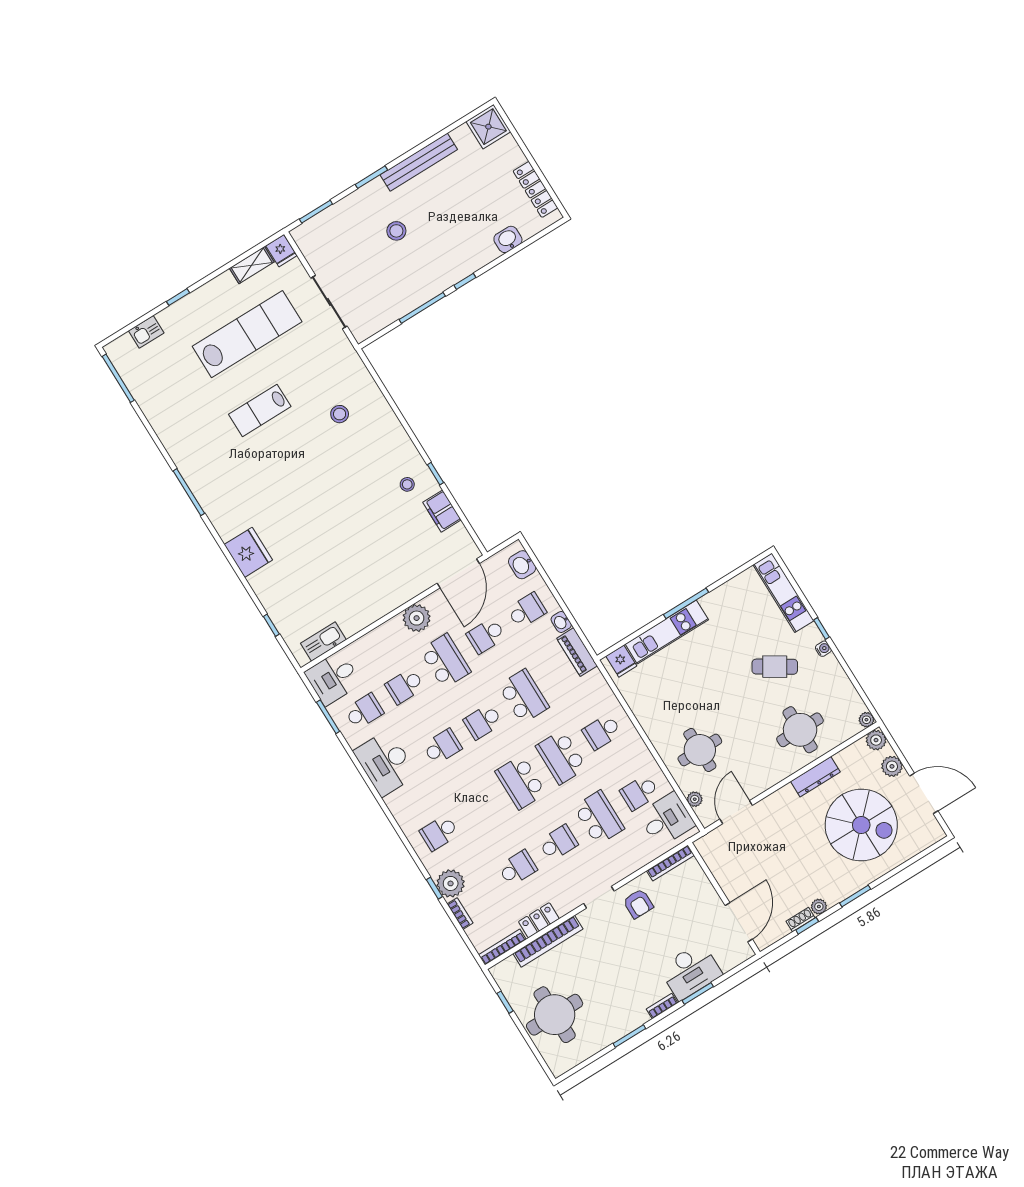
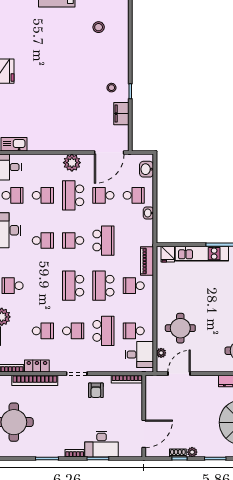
piano: (577, 652) -> (147, 261), moved
school desk: (445, 661) -> (73, 195), turned 180
school desk: (405, 686) -> (43, 195), turned 180

